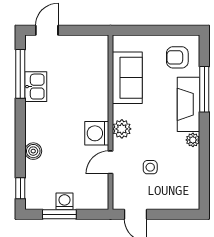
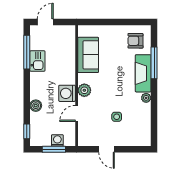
sofa: (127, 78) -> (88, 55), moved
wall: (110, 122) -> (77, 86), moved
plant: (122, 129) -> (84, 90), moved
washing machine: (97, 133) -> (67, 93), moved
door: (110, 162) -> (77, 113), moved

